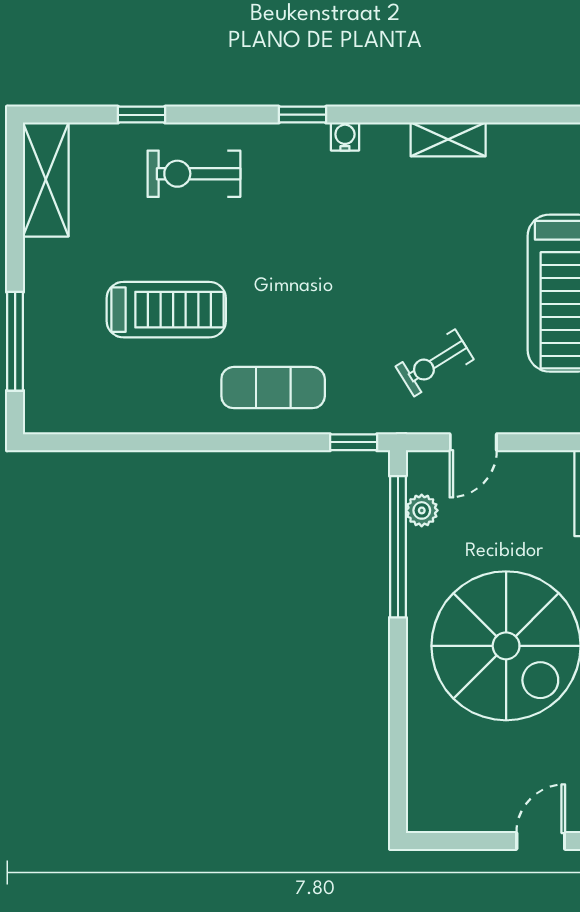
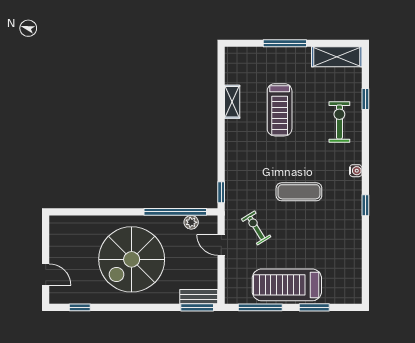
window: (302, 115) -> (365, 205), moved
water cooler: (345, 137) -> (356, 171), moved
shelving: (448, 139) -> (232, 102), moved
window: (15, 341) -> (285, 43), moved
exercise mat: (273, 388) -> (299, 192), moved, turned 90

